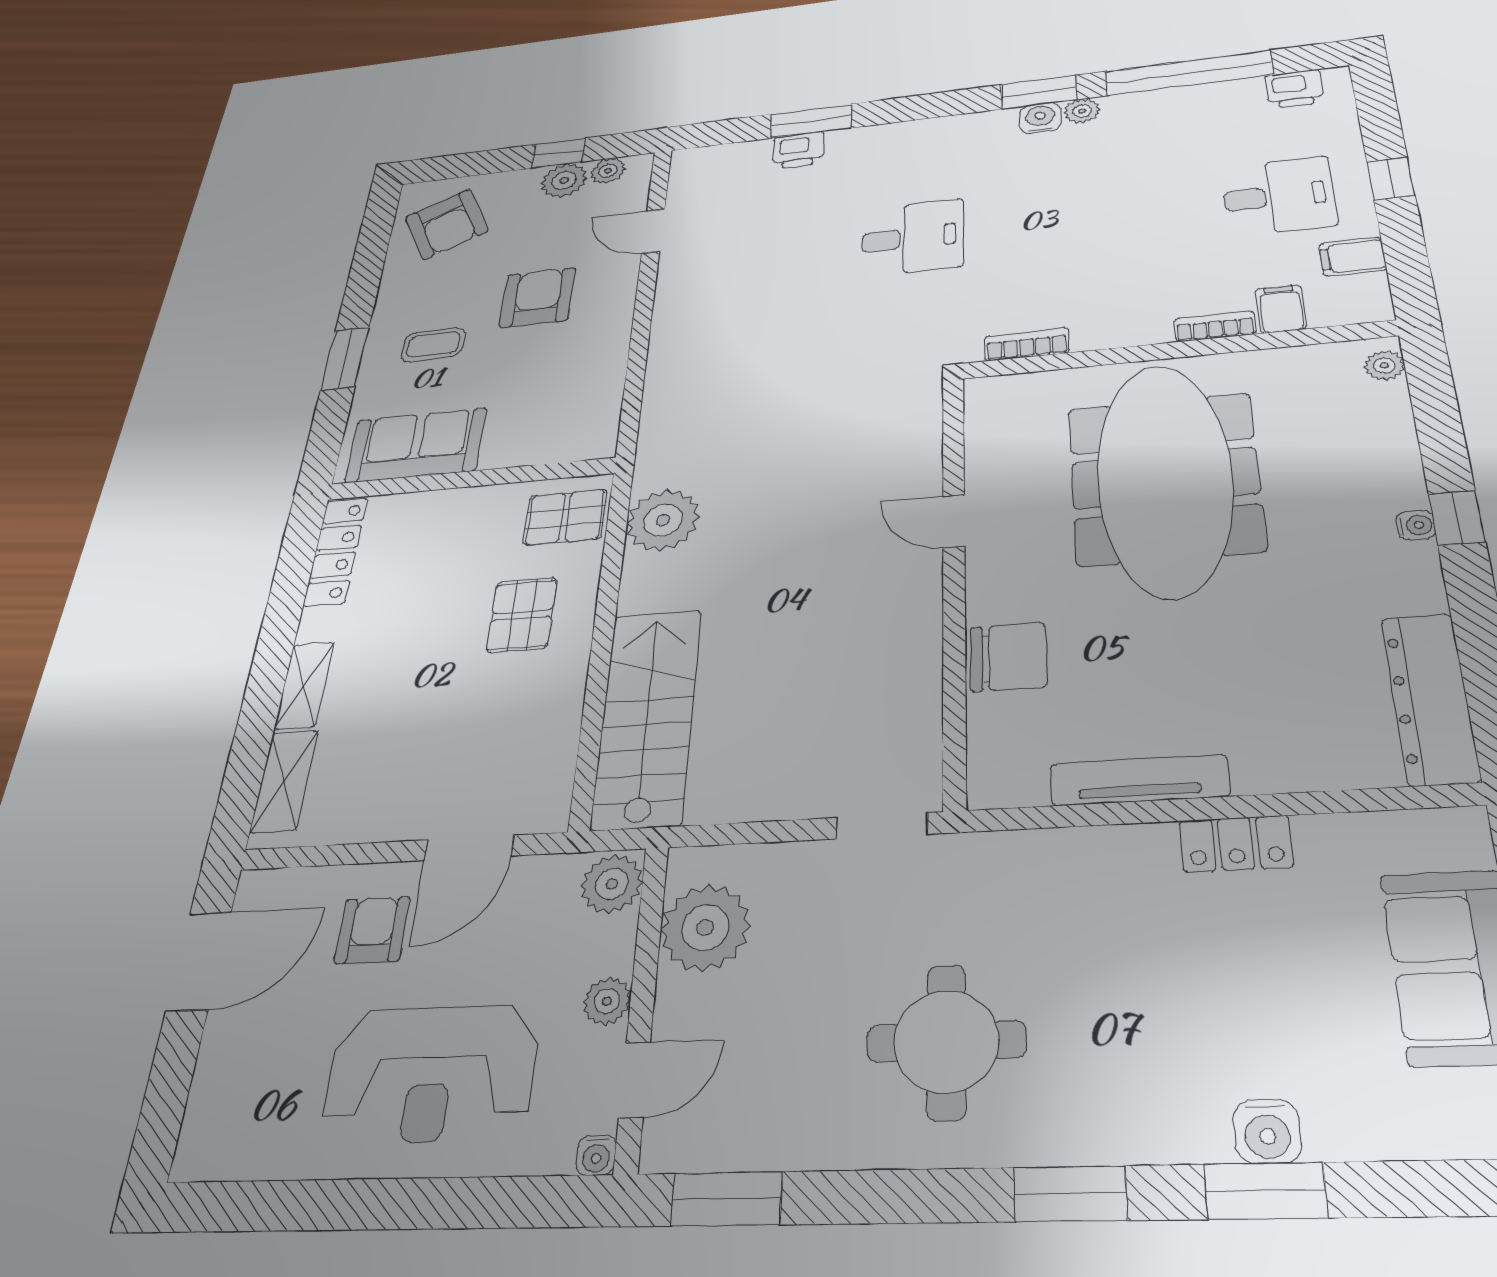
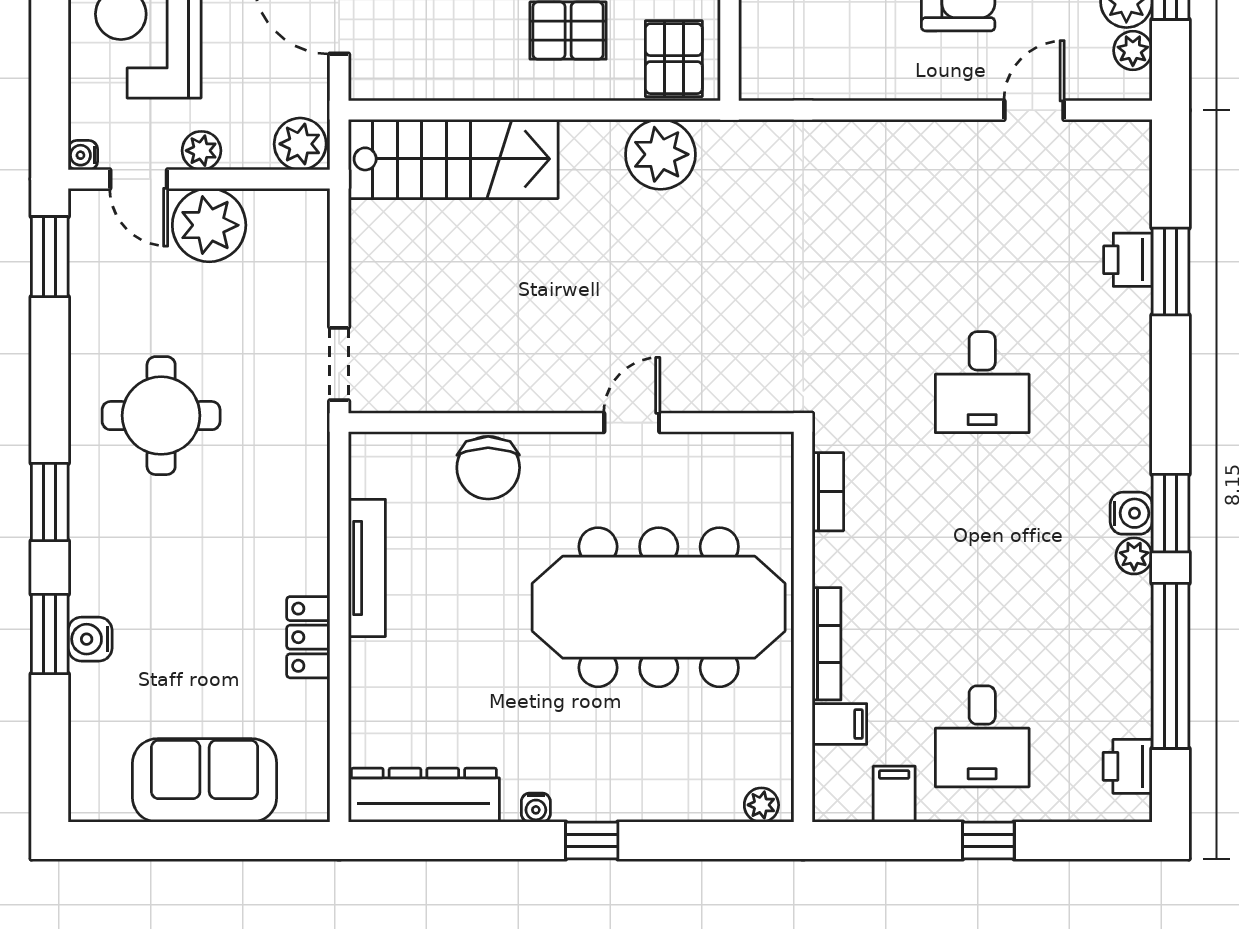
bookcase: (1215, 326) -> (827, 644), width x1.56
water cooler: (1416, 525) -> (536, 808), moved
plant: (705, 928) -> (209, 225), moved

